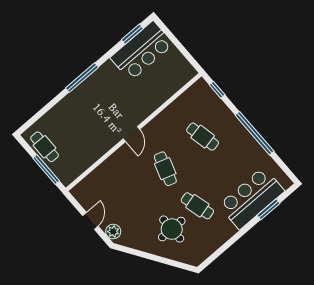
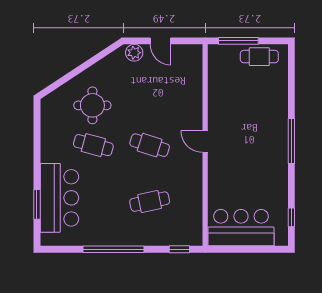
window: (132, 34) -> (291, 217), width x0.67
bar counter: (142, 51) -> (241, 228), moved, turned 90
cafe table: (197, 206) -> (93, 145), turned 30

